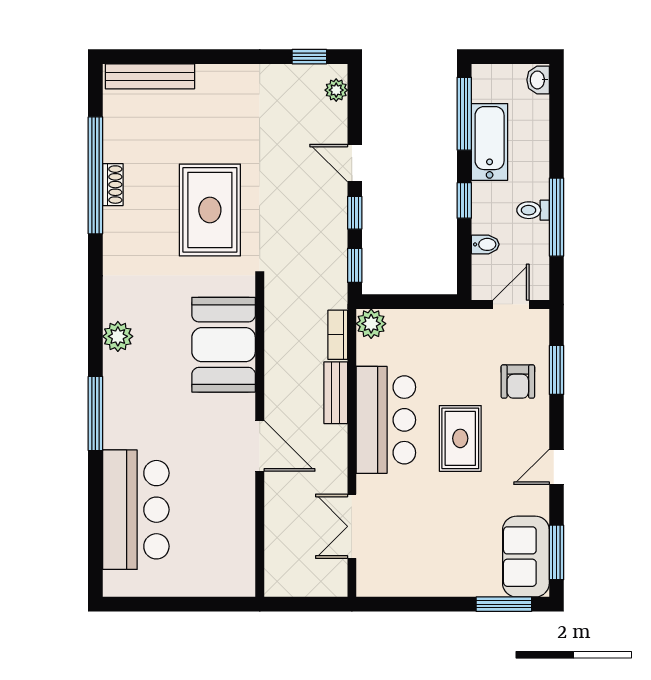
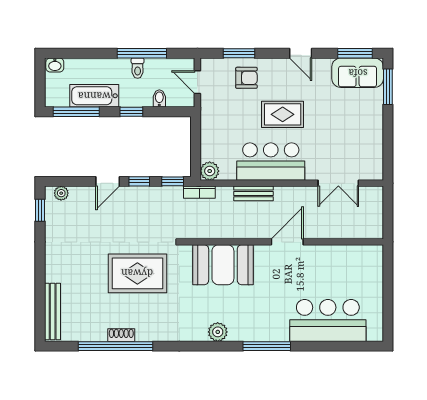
bookcase: (338, 335) -> (199, 192), moved

